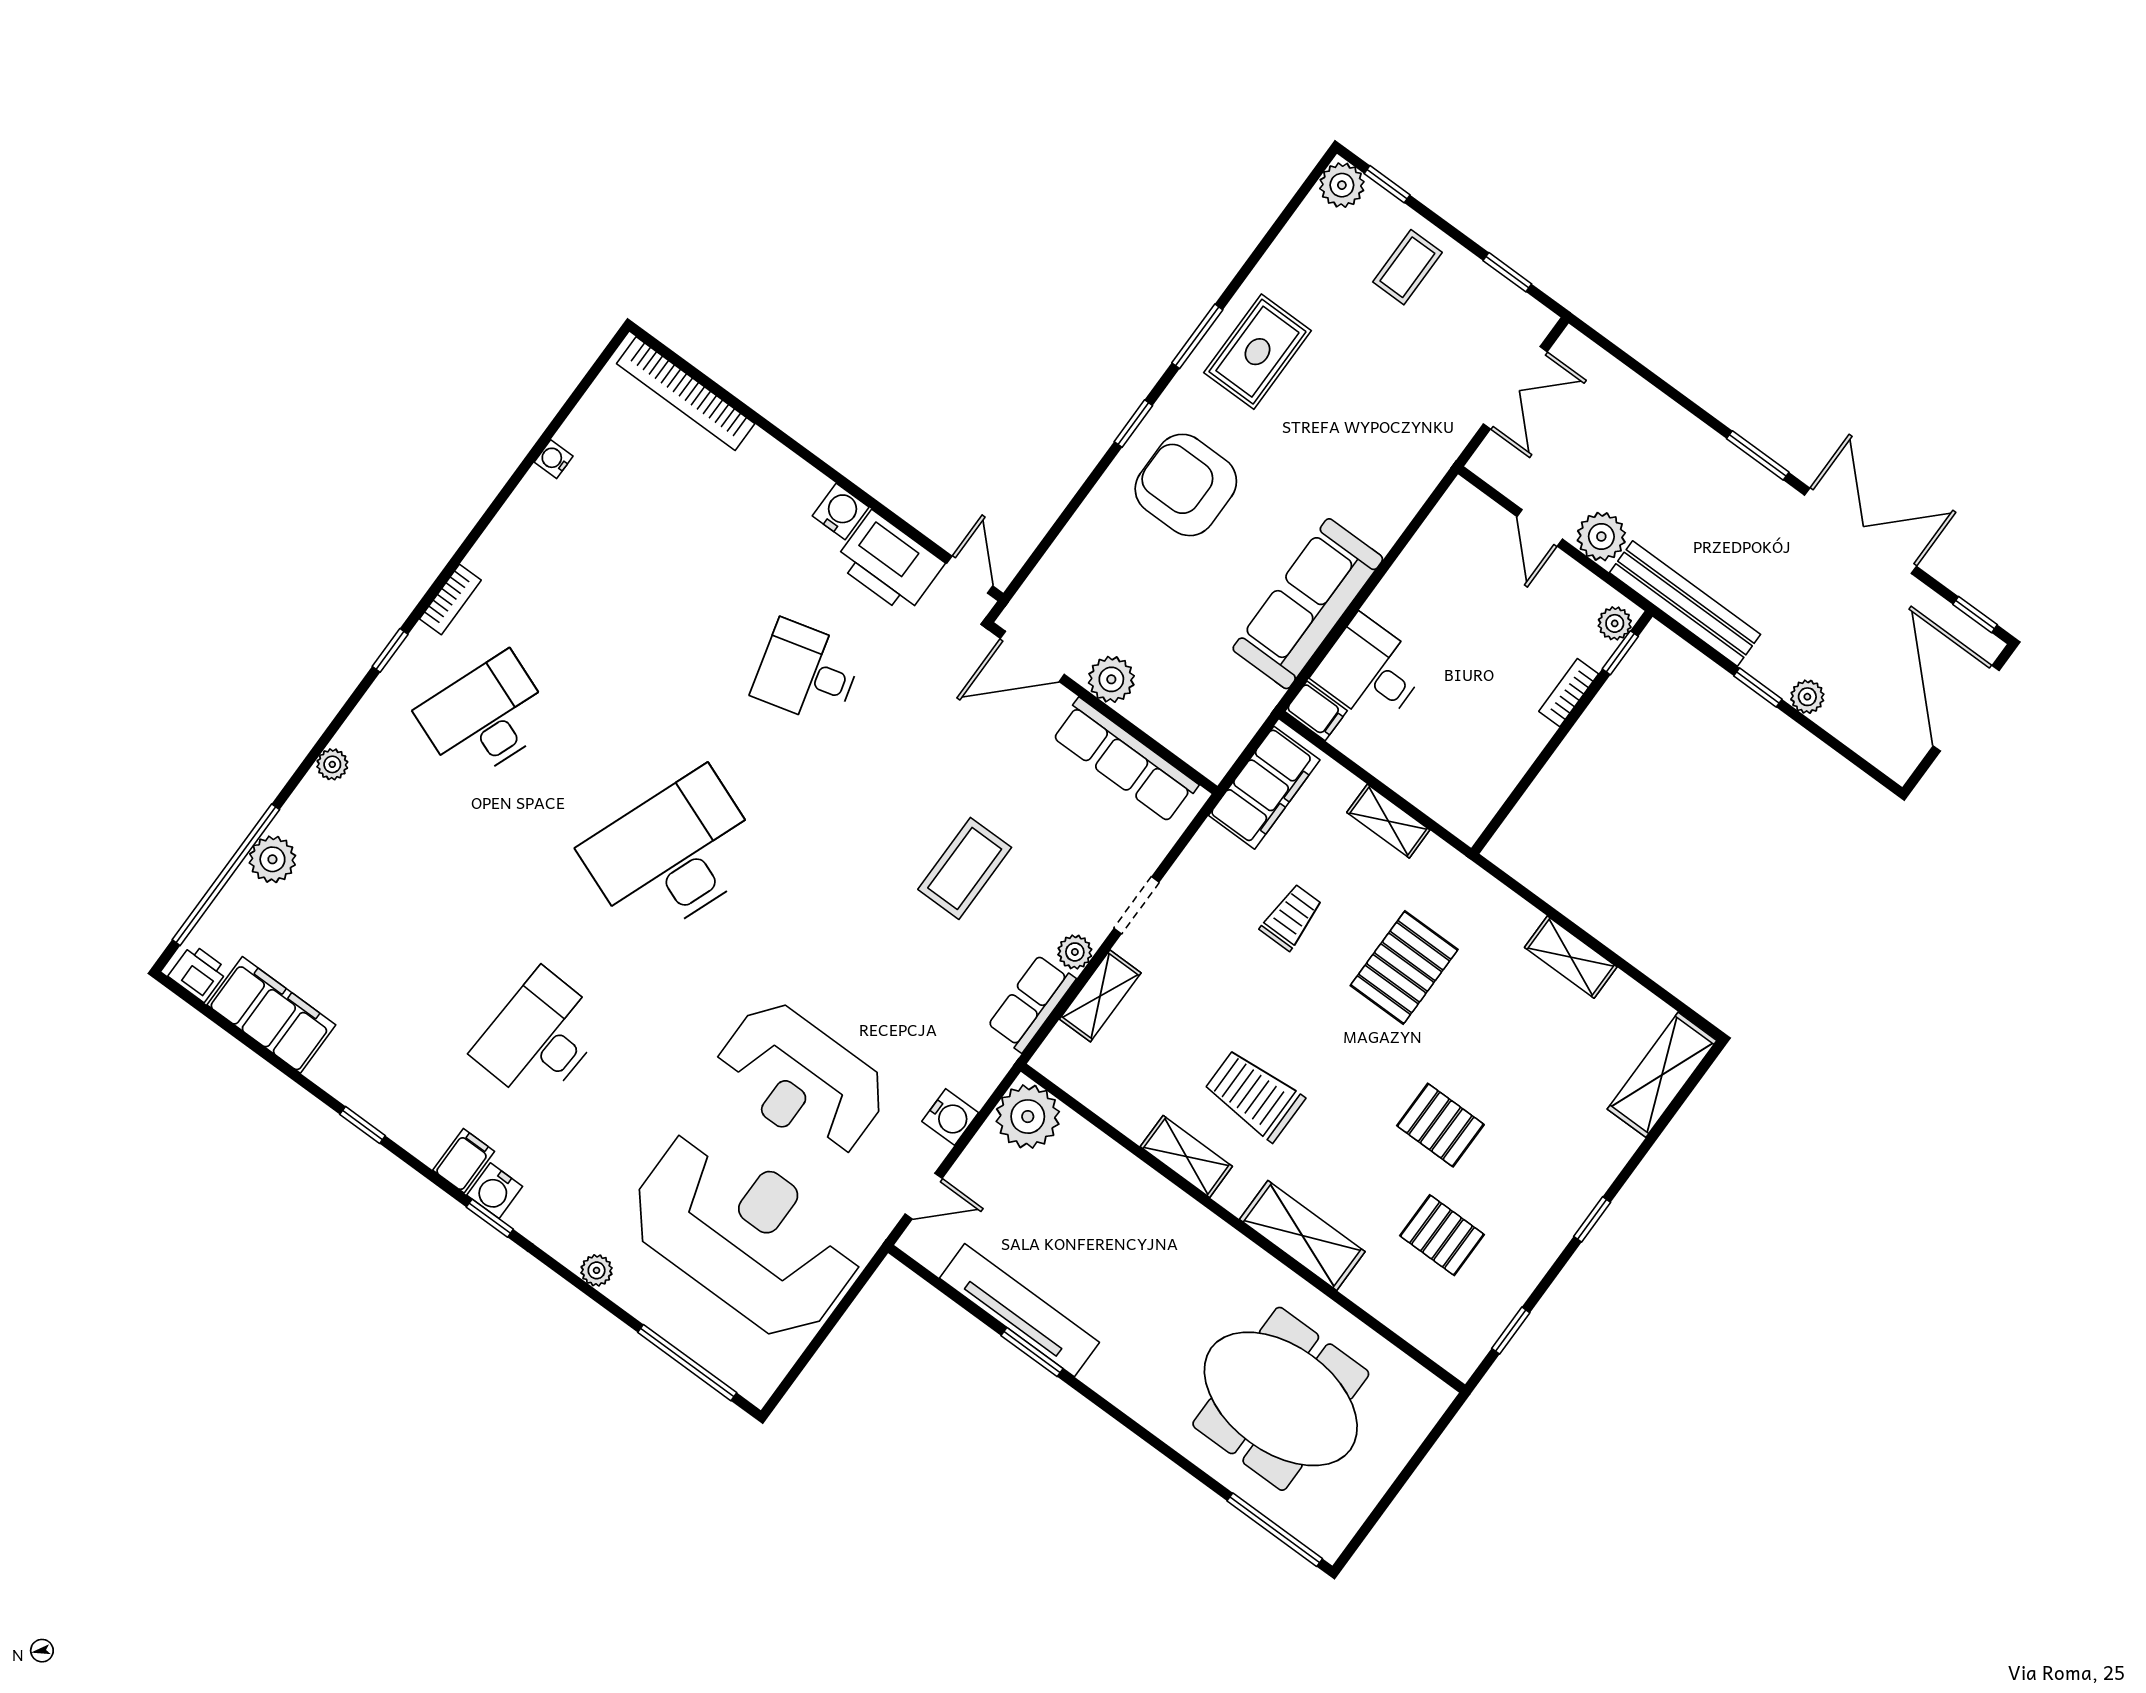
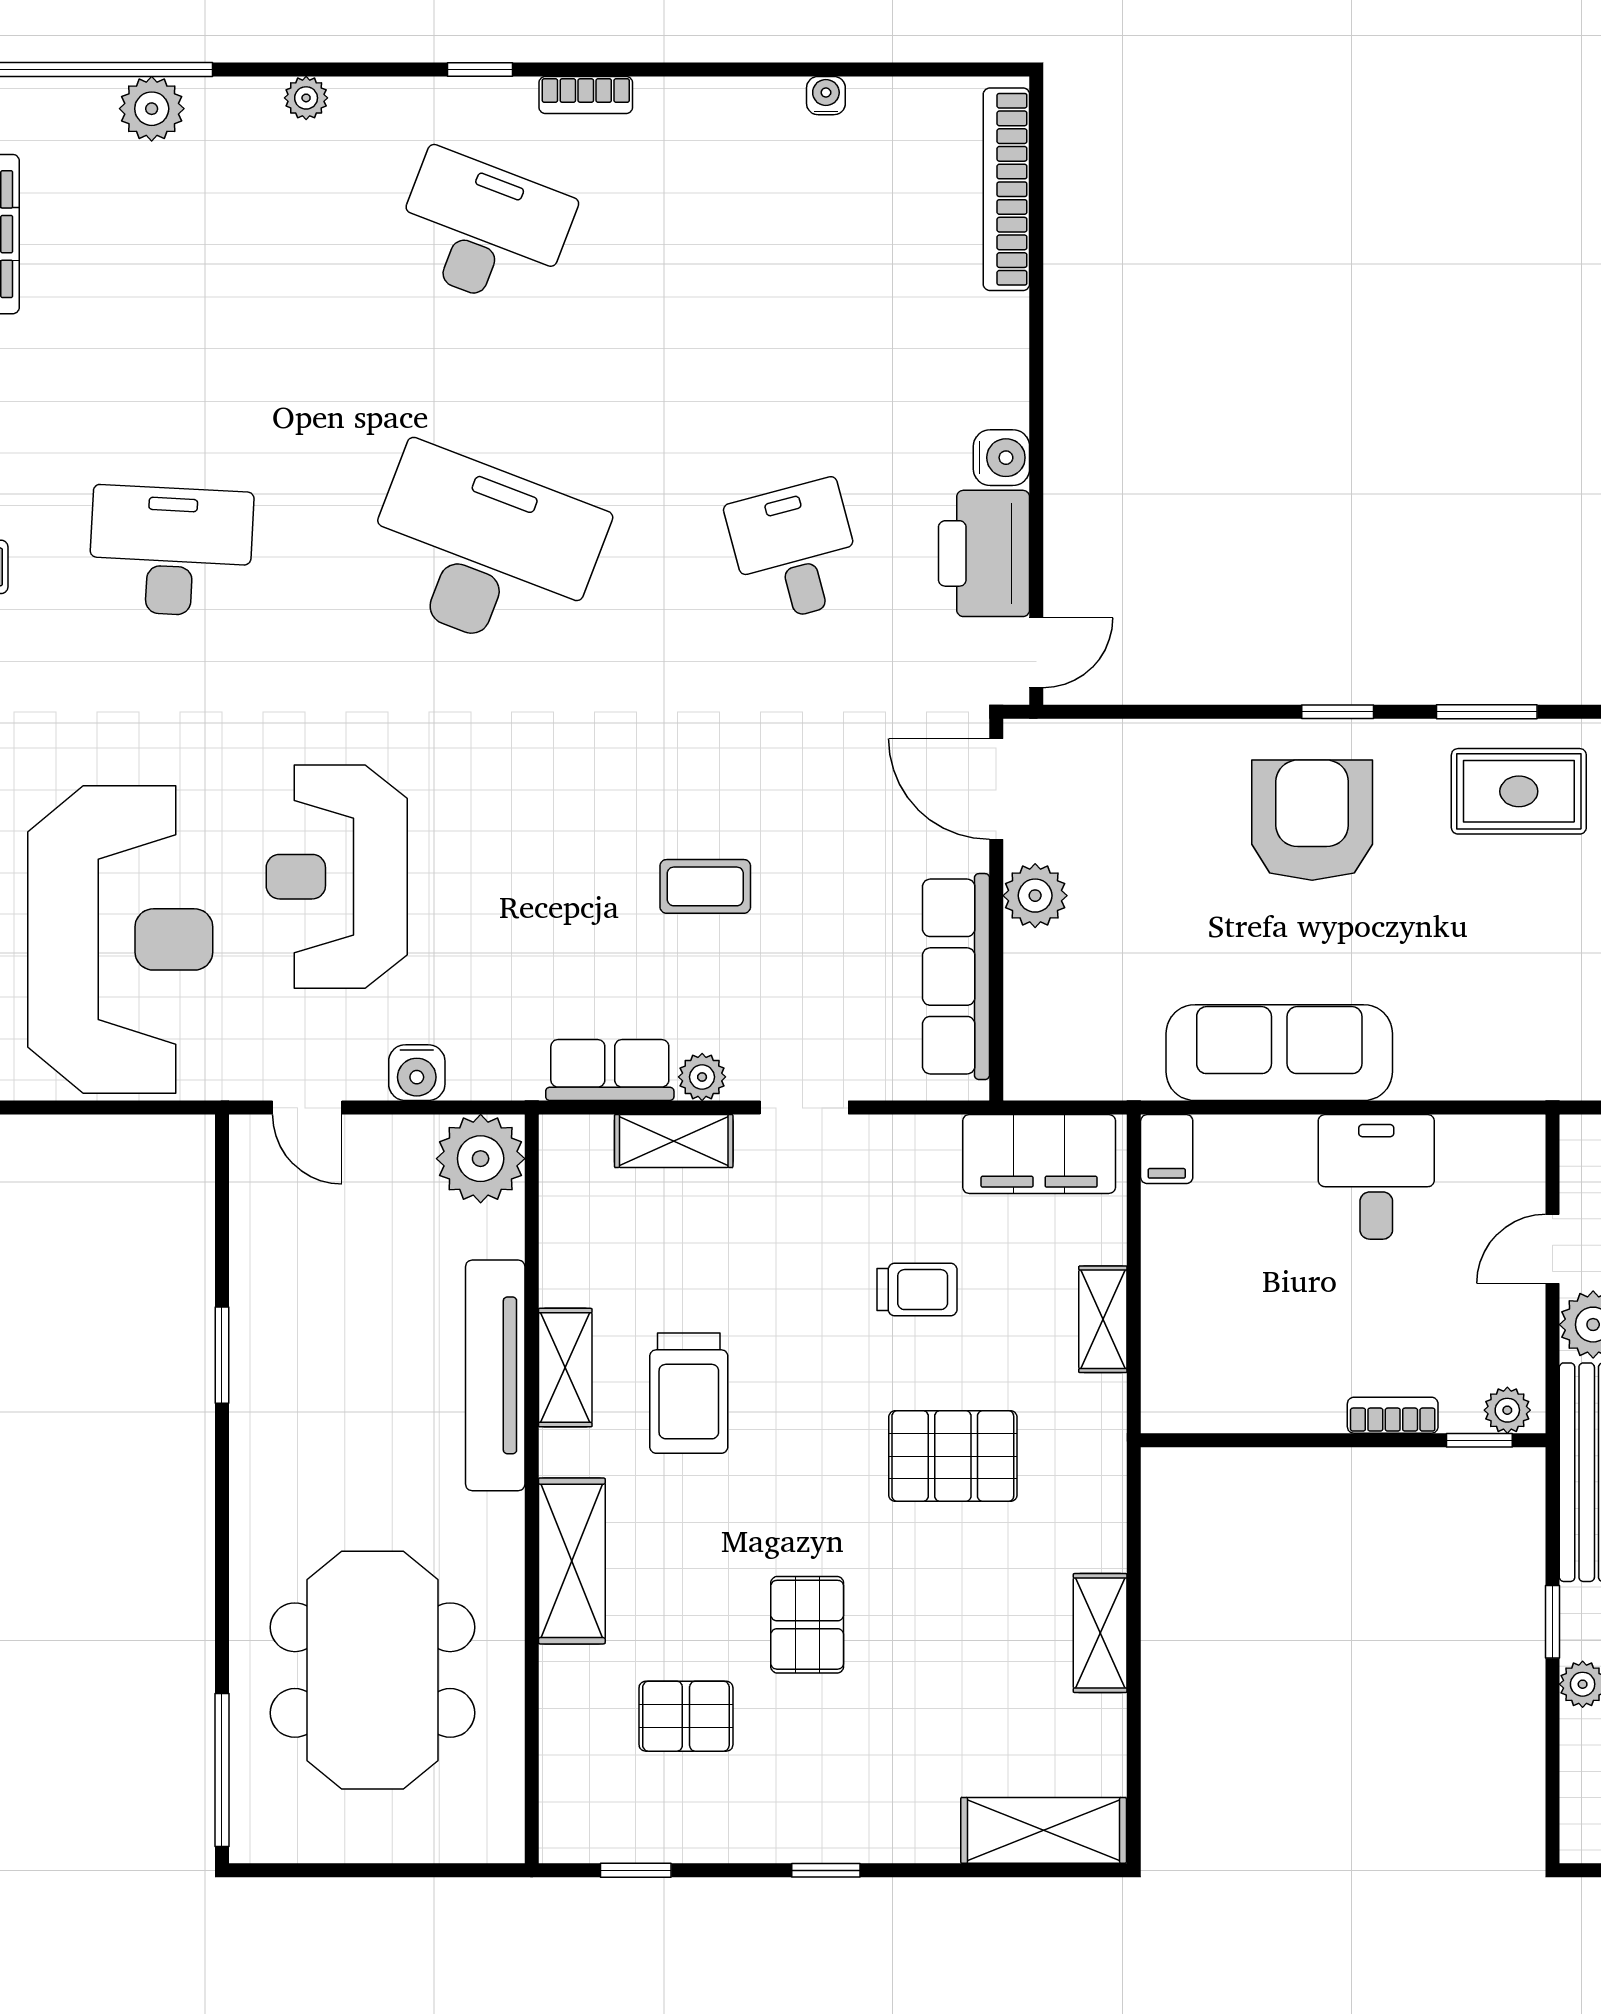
desk: (1370, 671) -> (1376, 1177), moved
coffee table: (965, 868) -> (705, 886), width x0.73, depth x0.77
trolley: (1254, 1095) -> (689, 1393), turned 180
pallet: (1442, 1235) -> (686, 1716), turned 90
tv unit: (1019, 1310) -> (495, 1375), moved, turned 180

